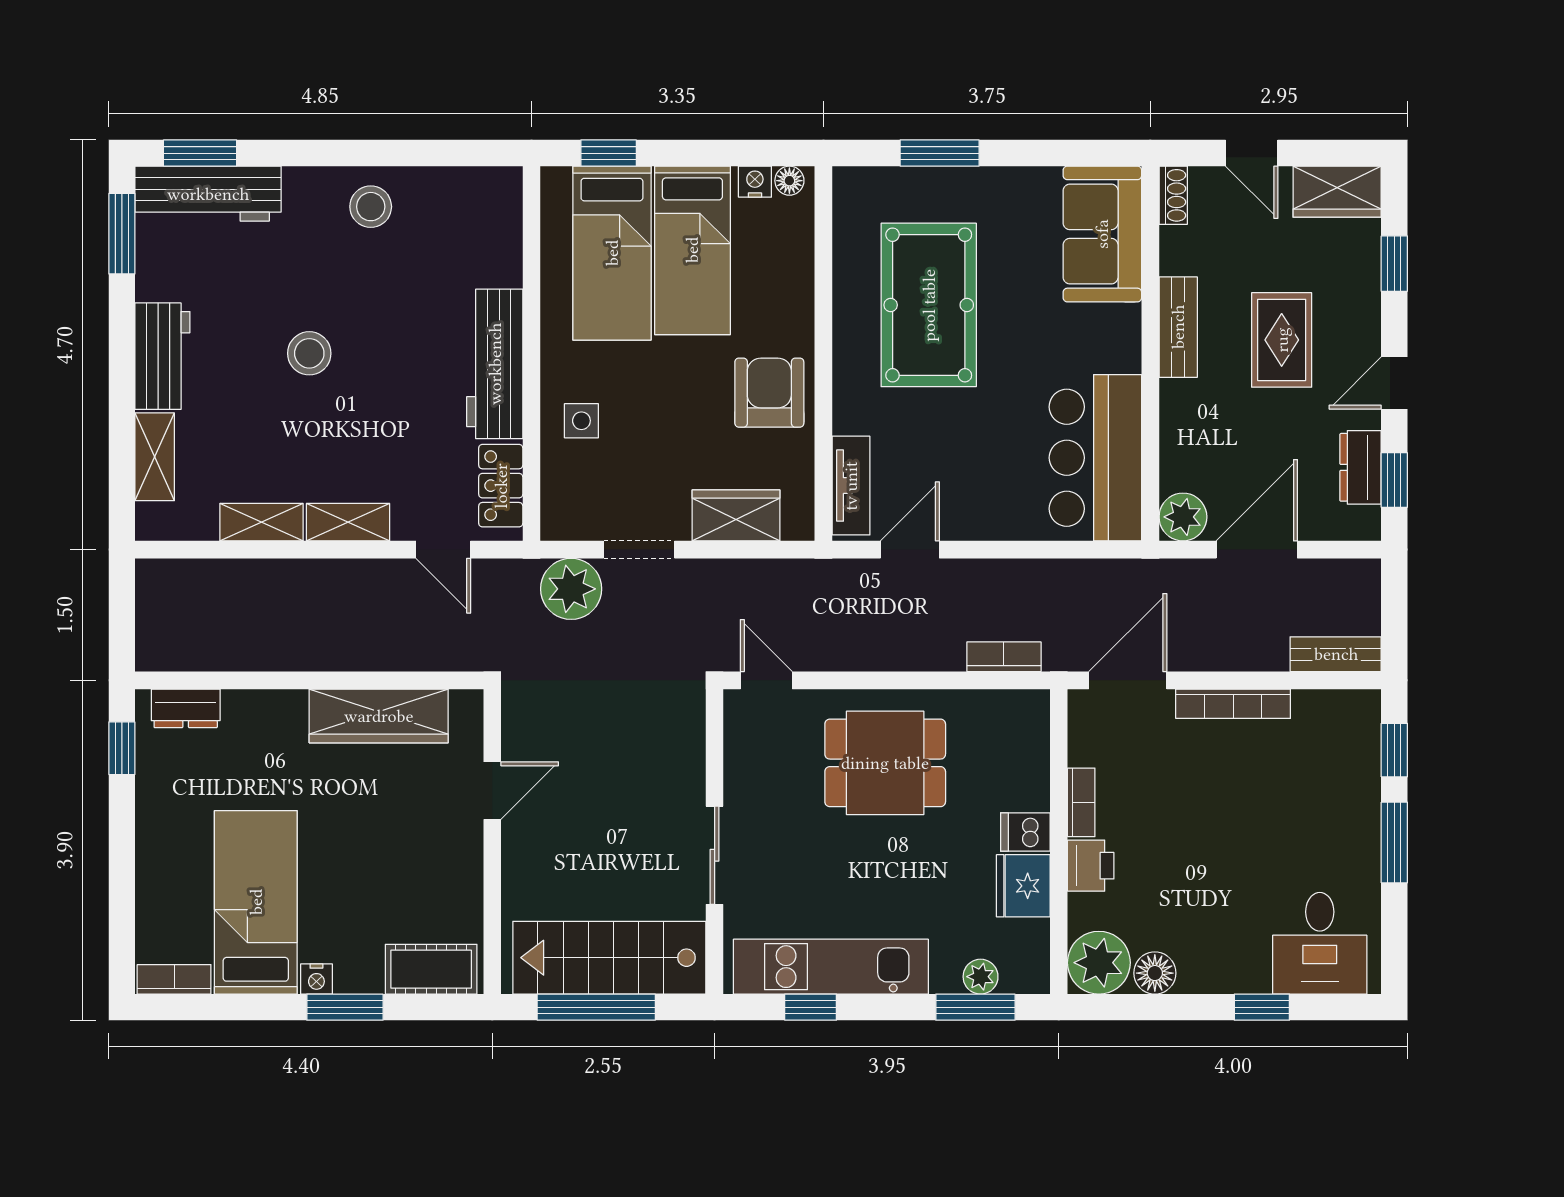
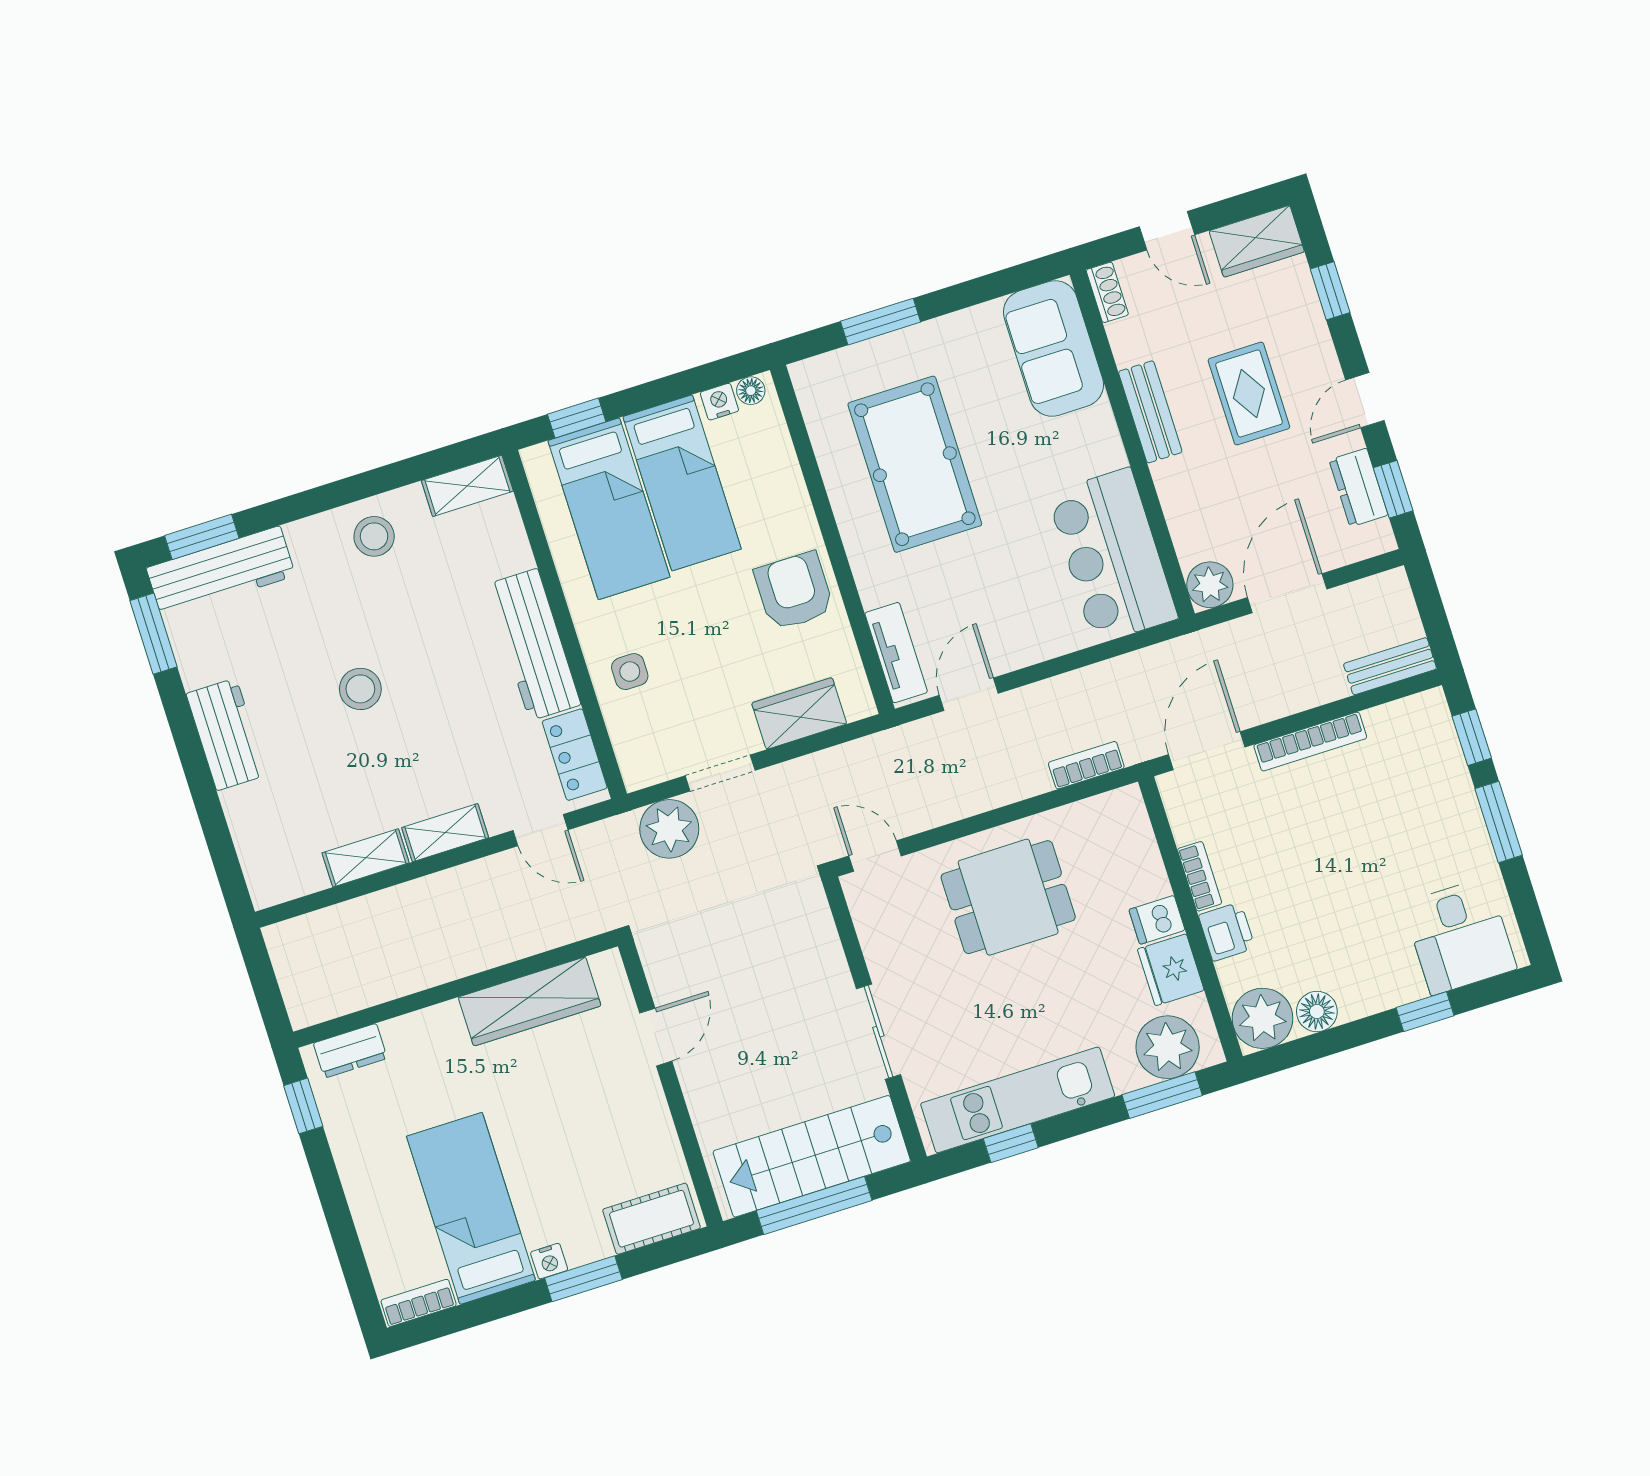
shelving: (155, 457) -> (467, 486), moved, turned 90
plant: (981, 977) -> (1168, 1047), width x1.88, depth x1.88

